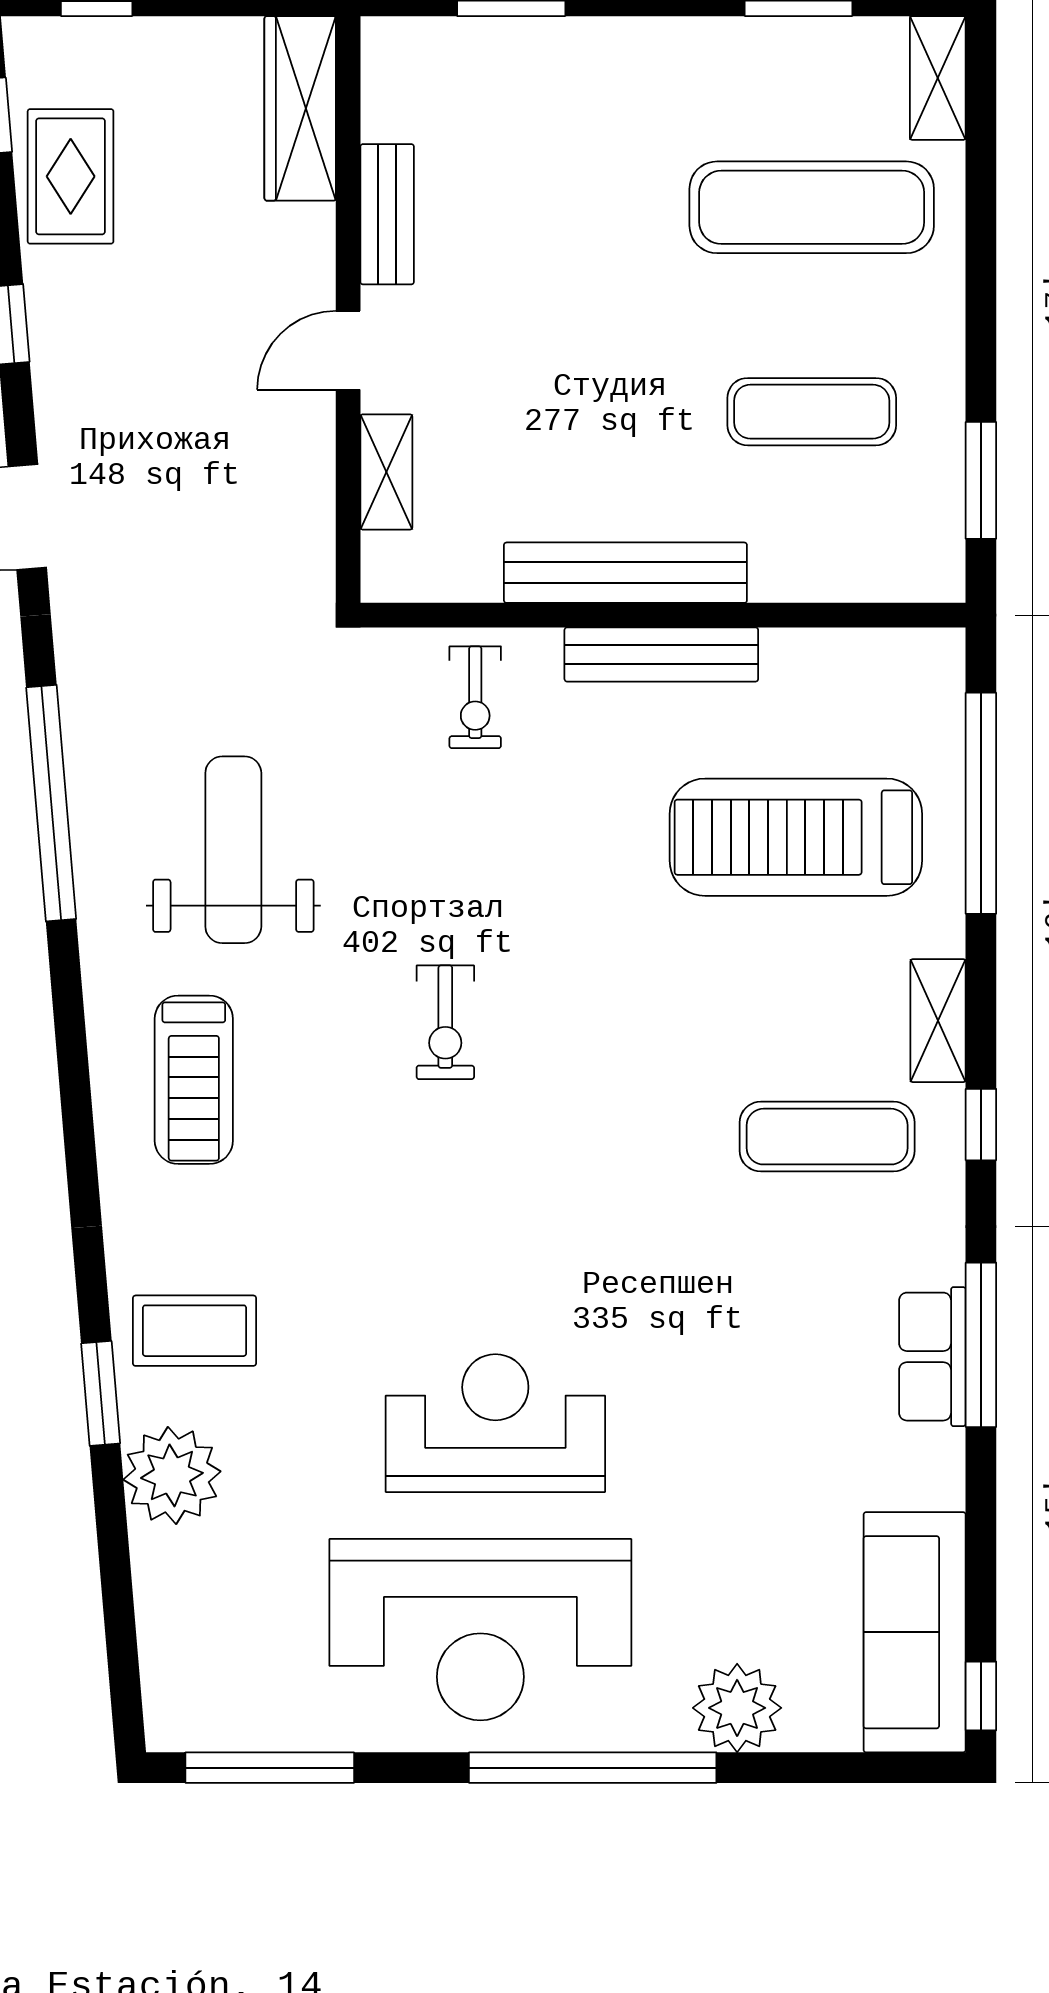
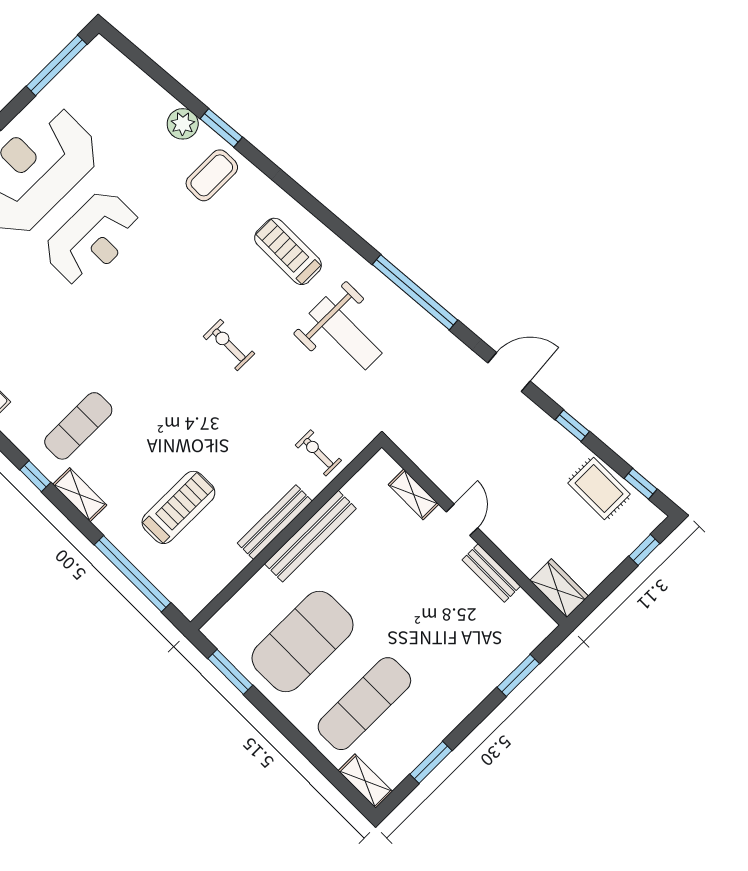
wardrobe: (300, 108) -> (559, 588), width x0.67
exercise mat: (812, 412) -> (303, 642), width x2.00, depth x1.45
treadmill: (796, 837) -> (178, 507), width x0.73, depth x0.73
plant: (172, 1475) -> (183, 124), width x0.73, depth x0.73

